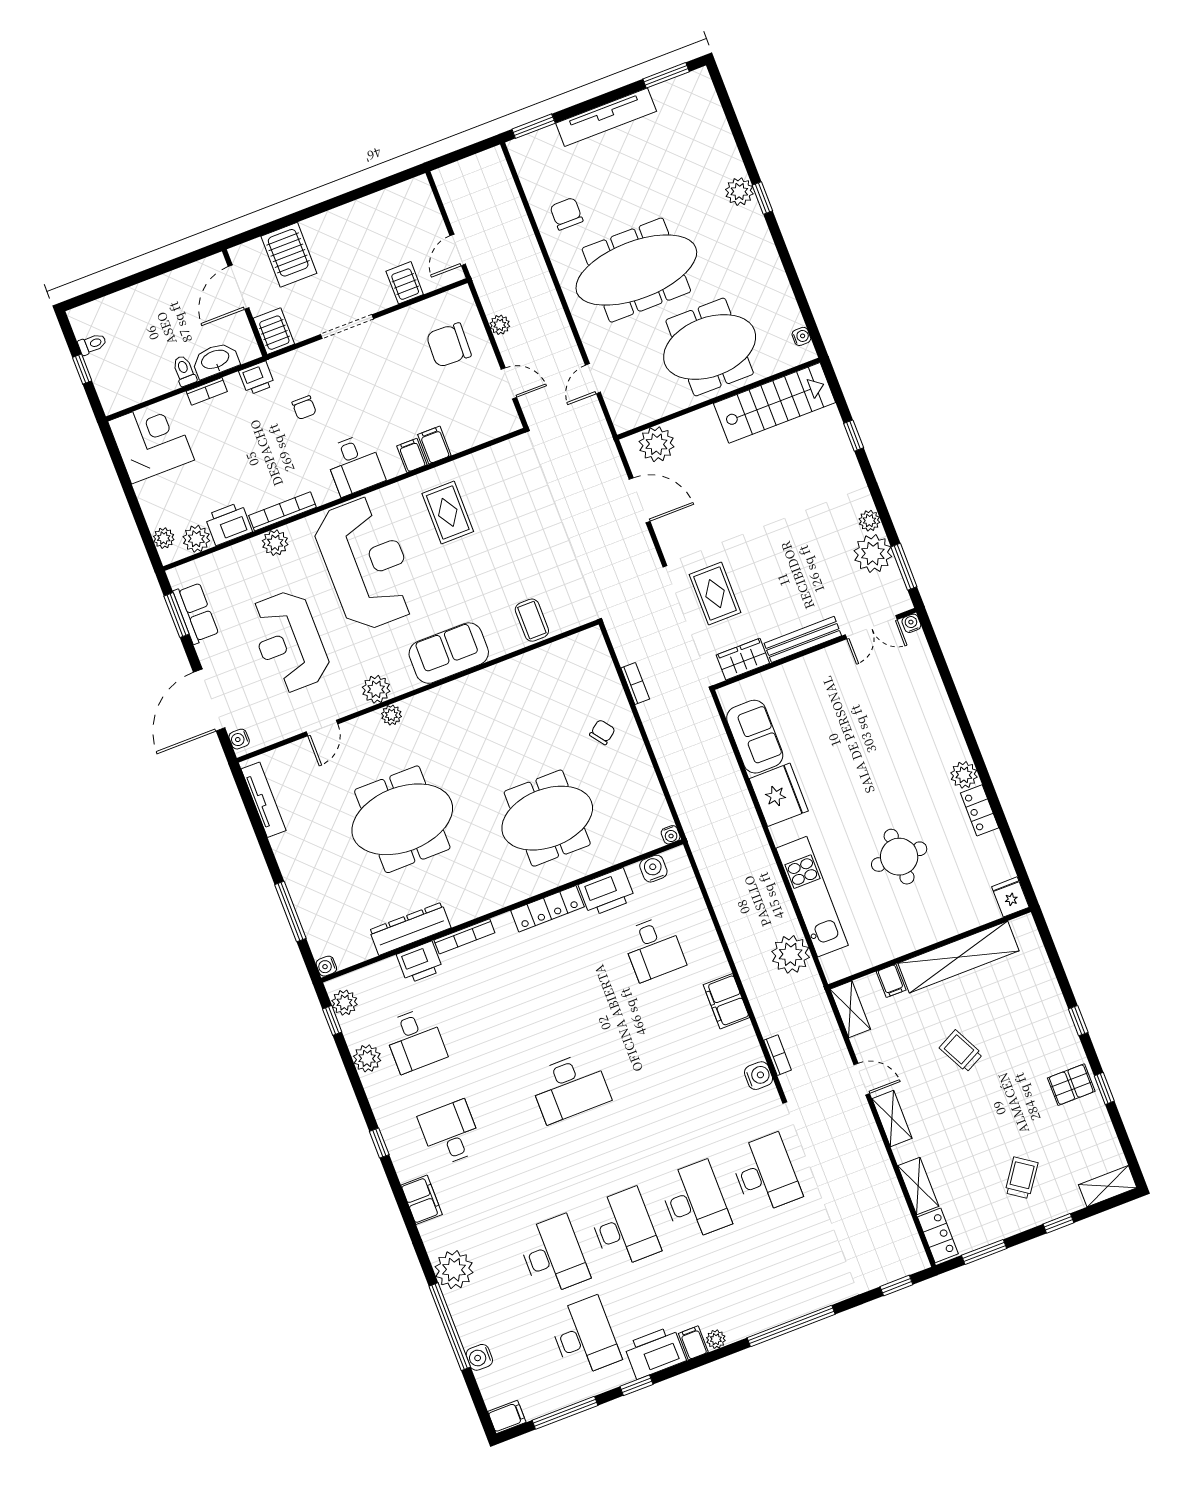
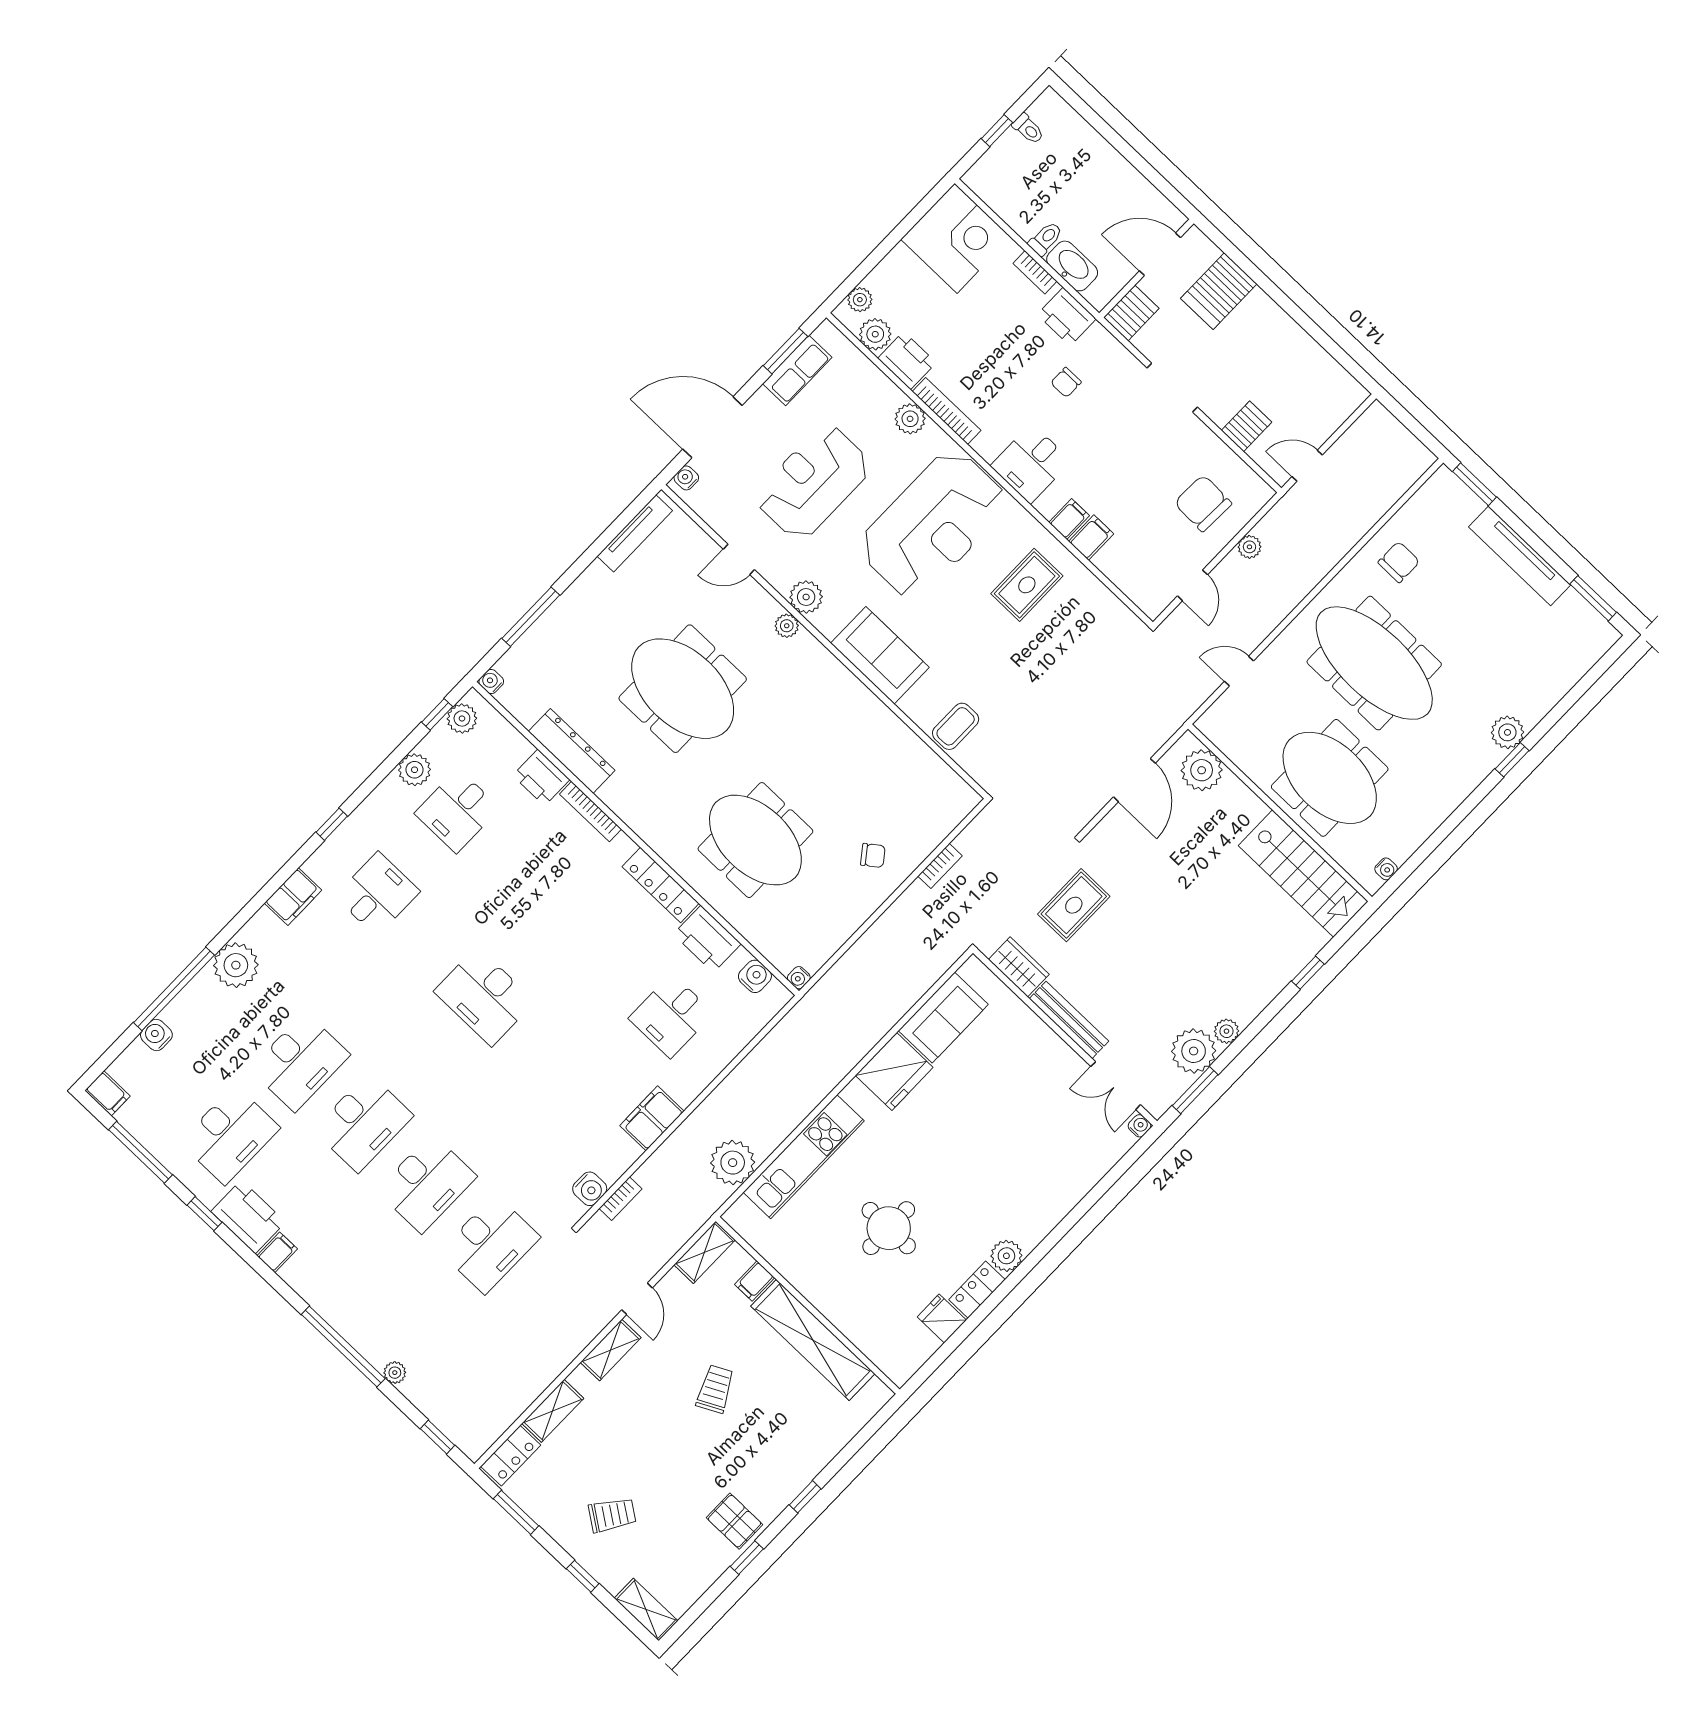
printer: (257, 378) -> (1067, 317), width x1.36, depth x1.24
fridge: (1010, 897) -> (942, 1318), moved, turned -90
plant: (716, 1339) -> (395, 1373), moved

